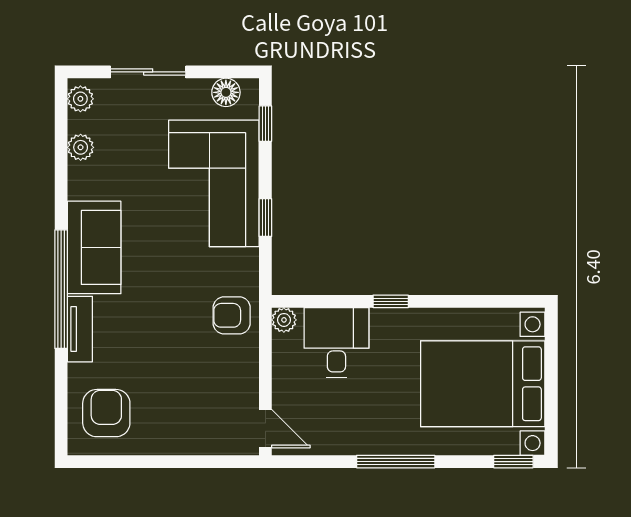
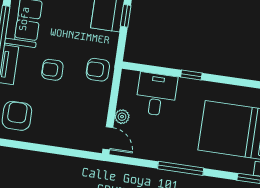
plant: (284, 320) -> (122, 117), moved
armchair: (155, 327) -> (52, 70), added

